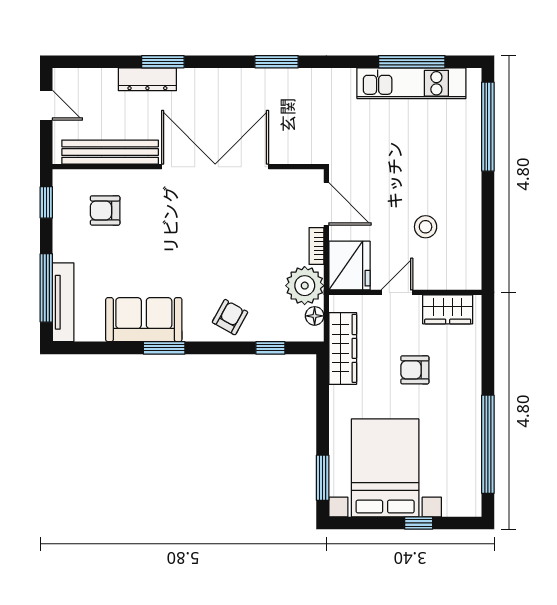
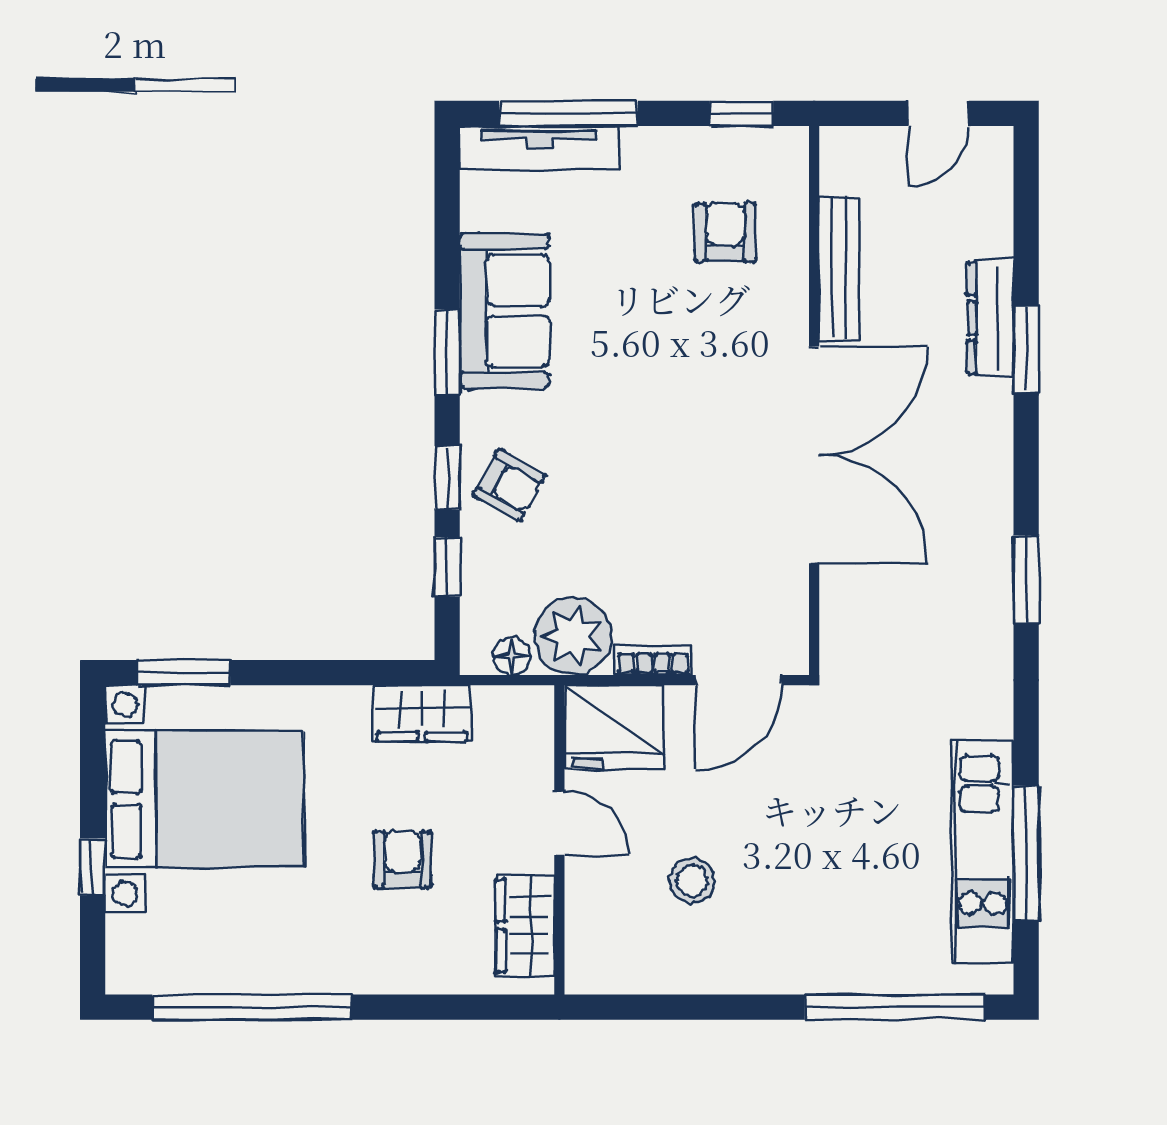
bench: (110, 152) -> (839, 269), width x0.73, depth x0.82
window: (226, 348) -> (447, 478), added
wardrobe: (343, 348) -> (422, 713), width x0.67

